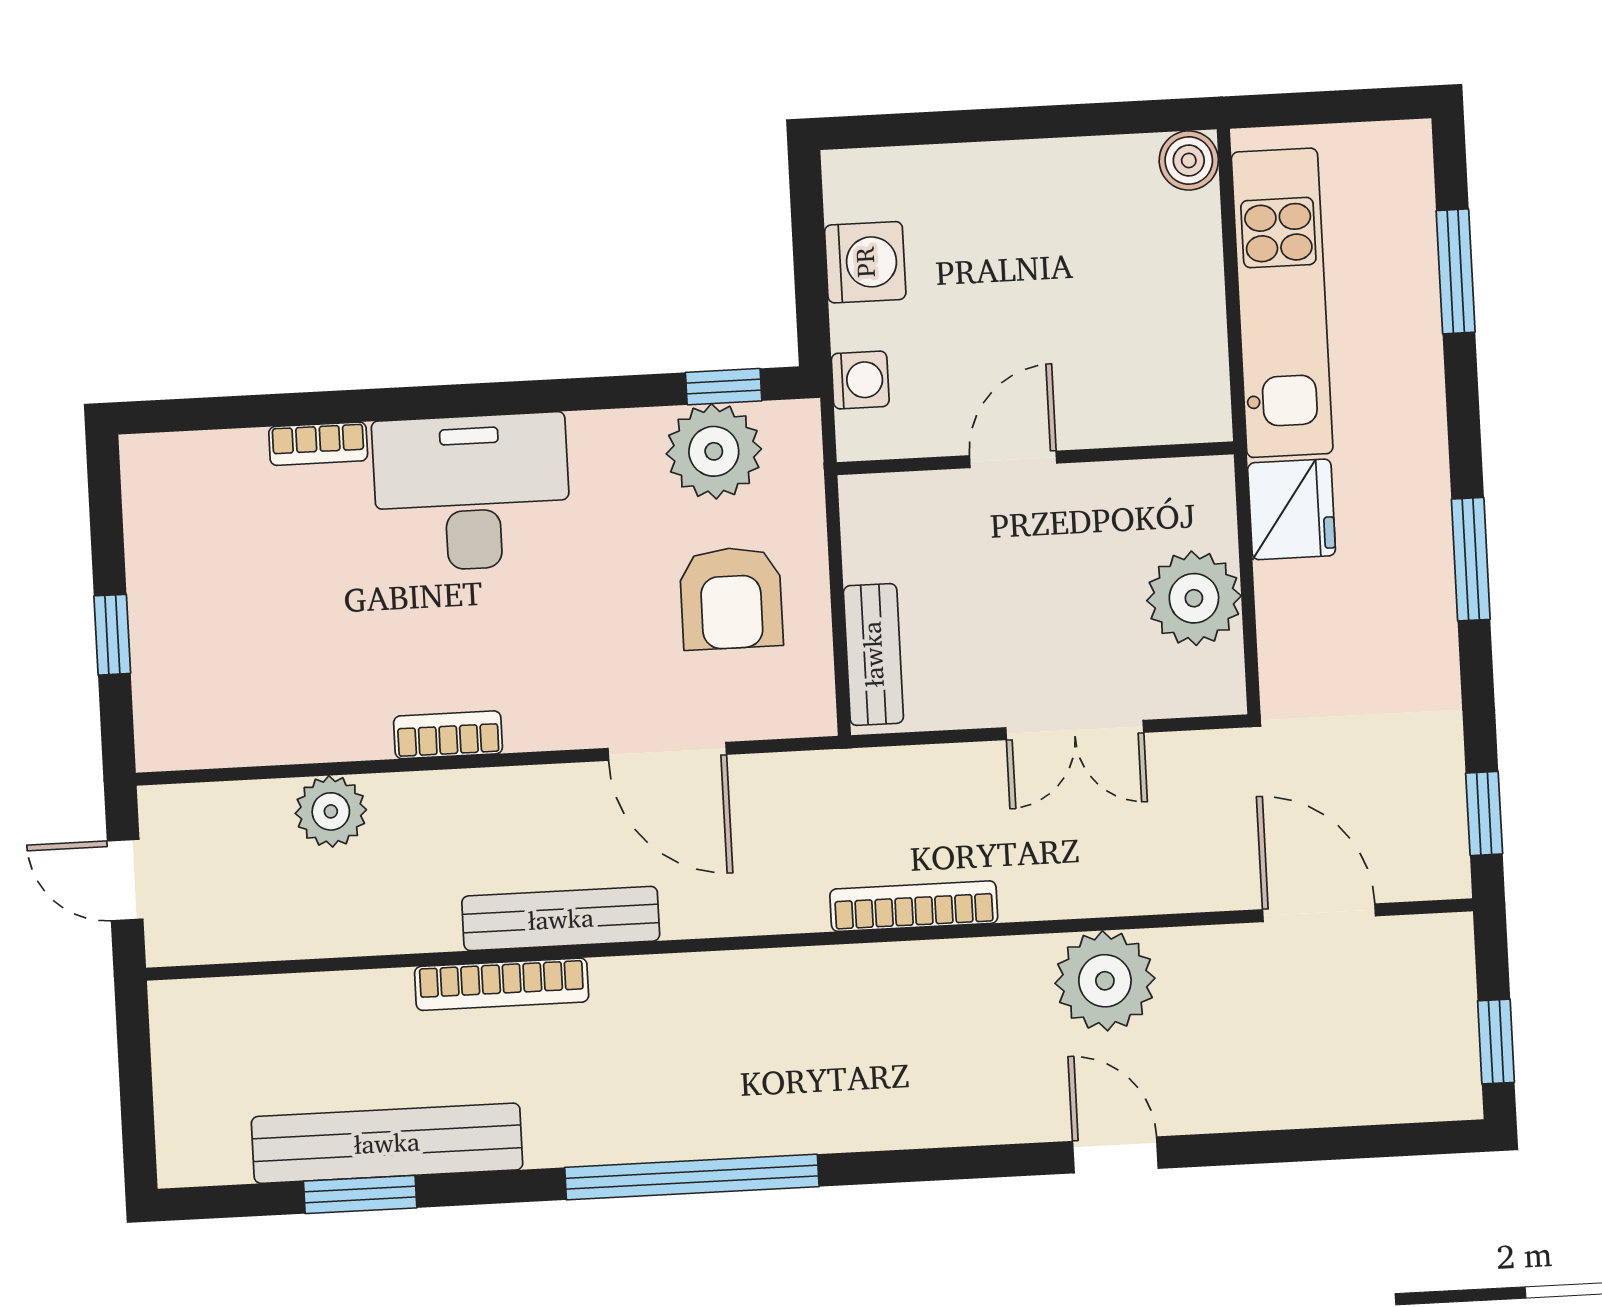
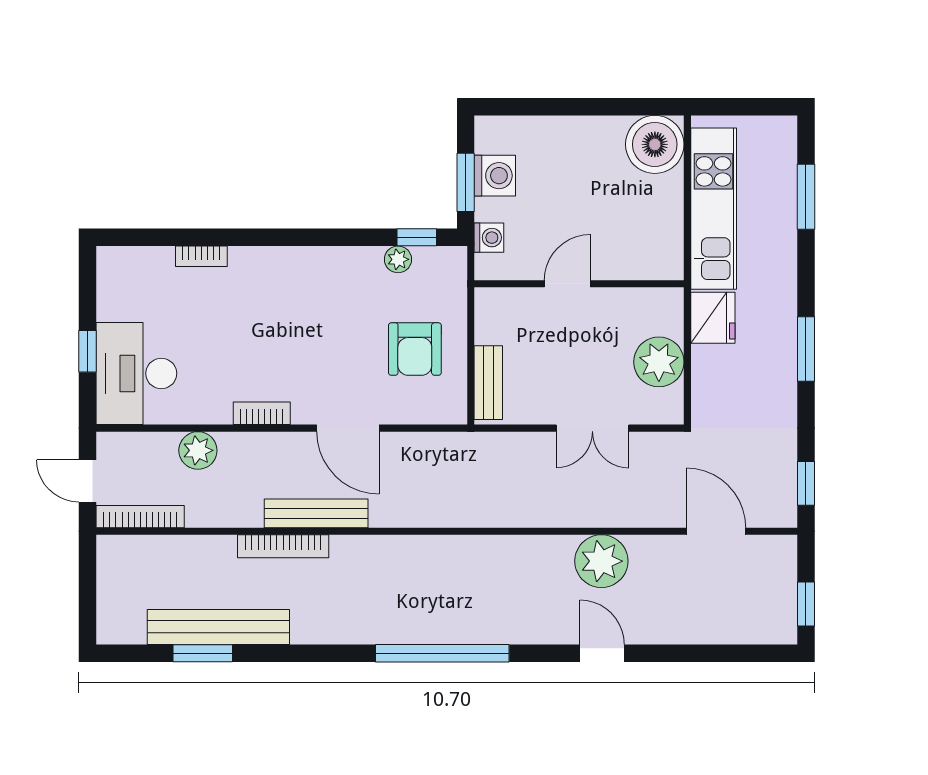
boiler: (1189, 160) -> (655, 144), width x1.86, depth x1.86
window: (811, 278) -> (466, 182), added
plant: (714, 451) -> (398, 259), width x0.53, depth x0.53
desk: (472, 492) -> (136, 373), moved, turned -90
door: (667, 751) -> (348, 428), moved
bookcase: (914, 906) -> (140, 517), moved
window: (692, 1177) -> (442, 653), moved

